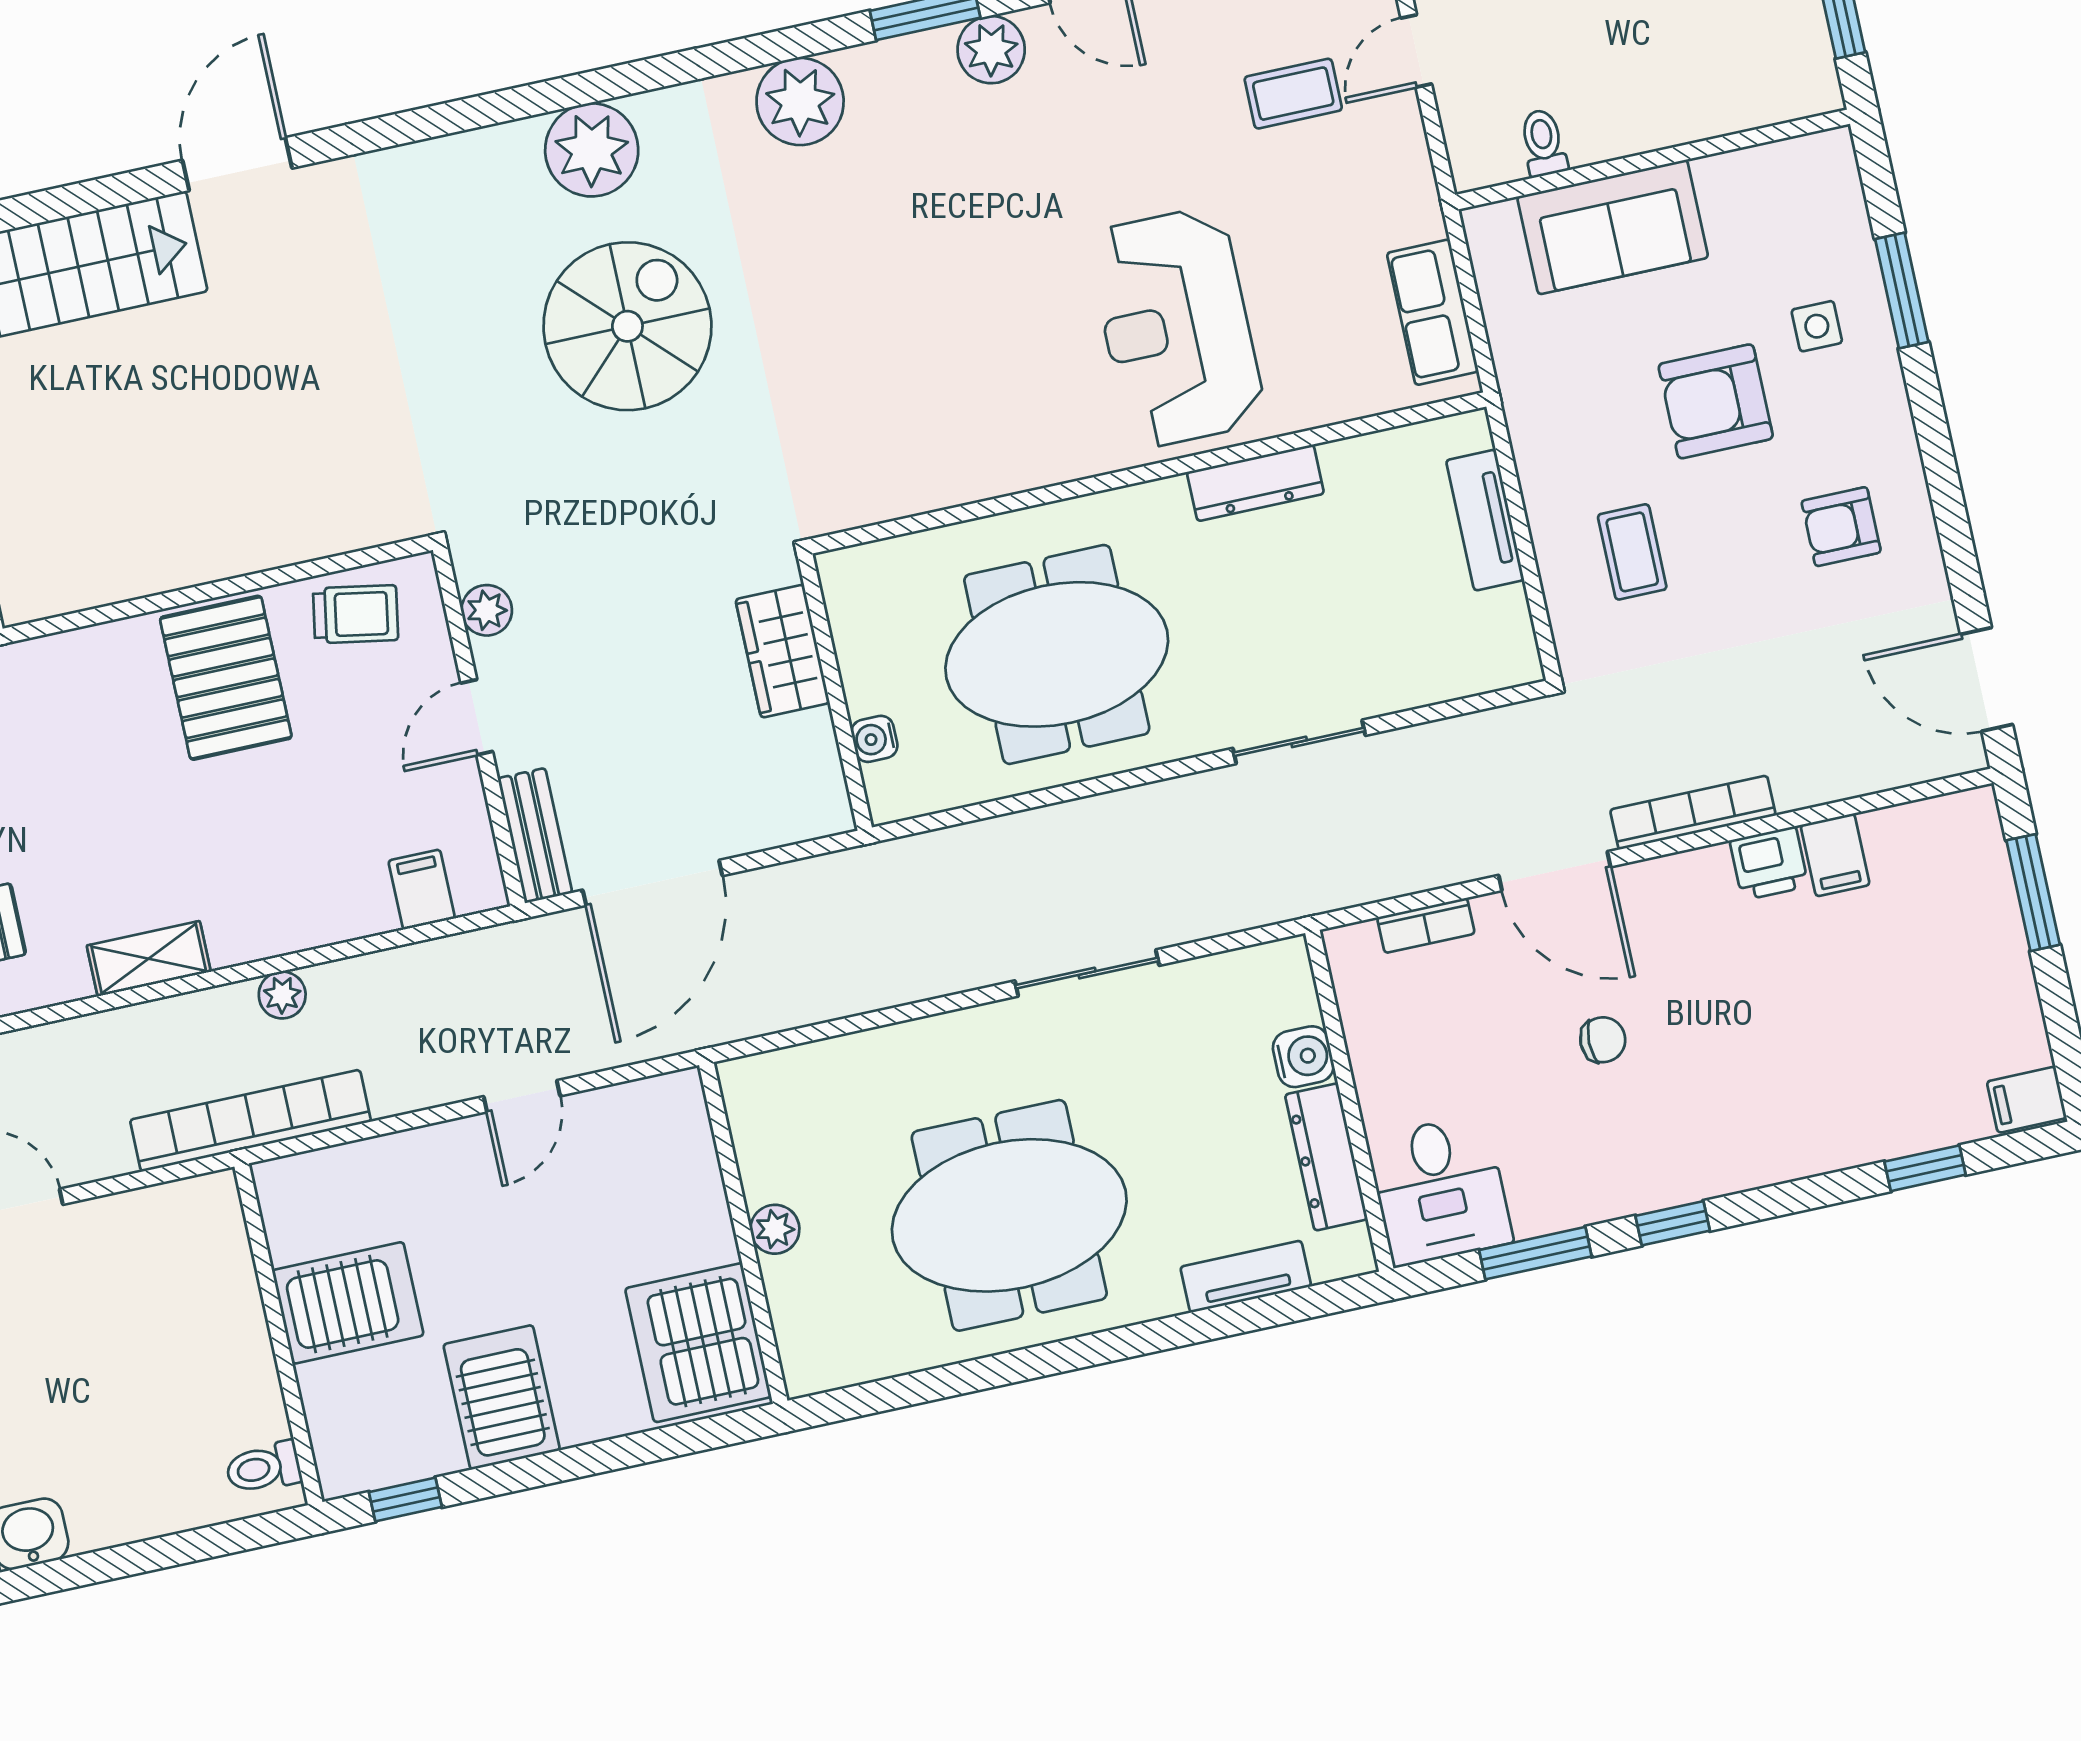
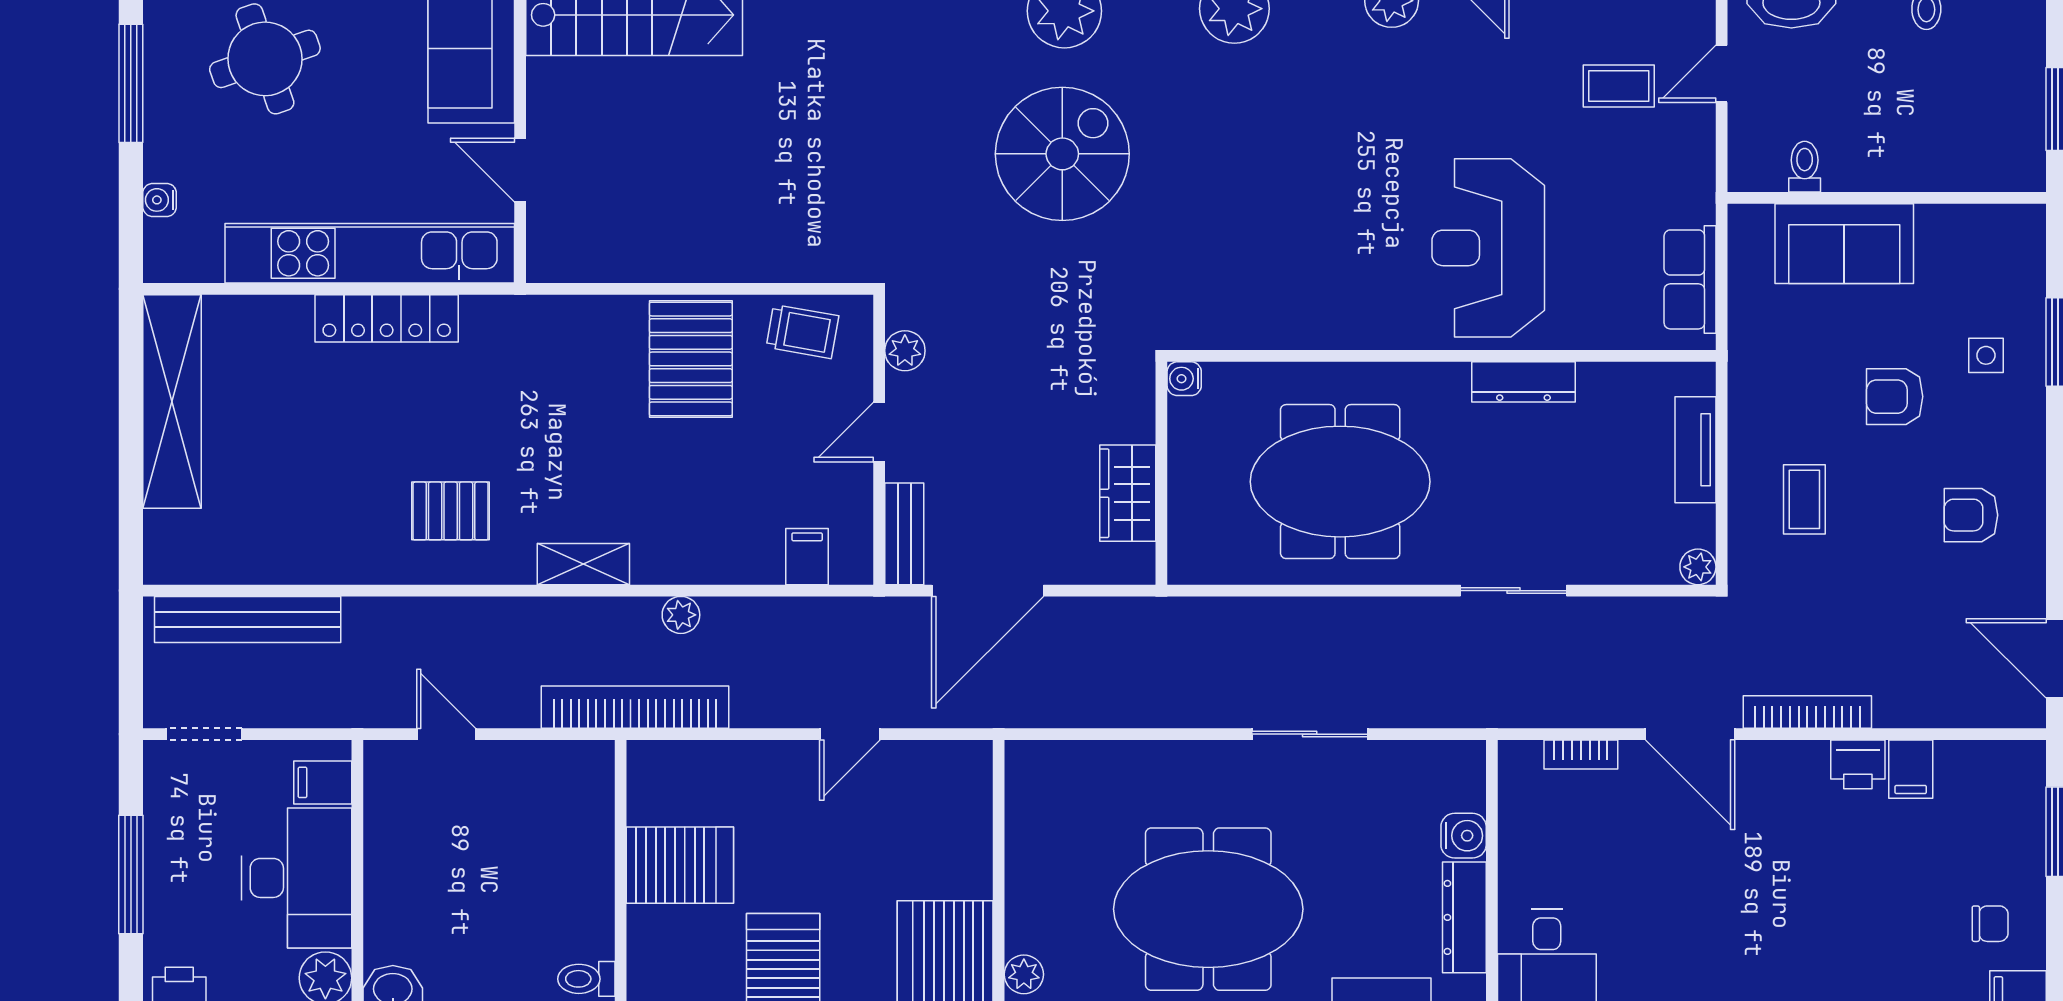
armchair: (1716, 401) -> (1895, 397), width x0.72, depth x0.72
wardrobe: (783, 651) -> (1128, 493), moved
plant: (1519, 663) -> (1698, 567), added
water cooler: (874, 739) -> (1184, 379), moved
chair: (1603, 1040) -> (1990, 924), moved
plant: (775, 1229) -> (1024, 974), moved

